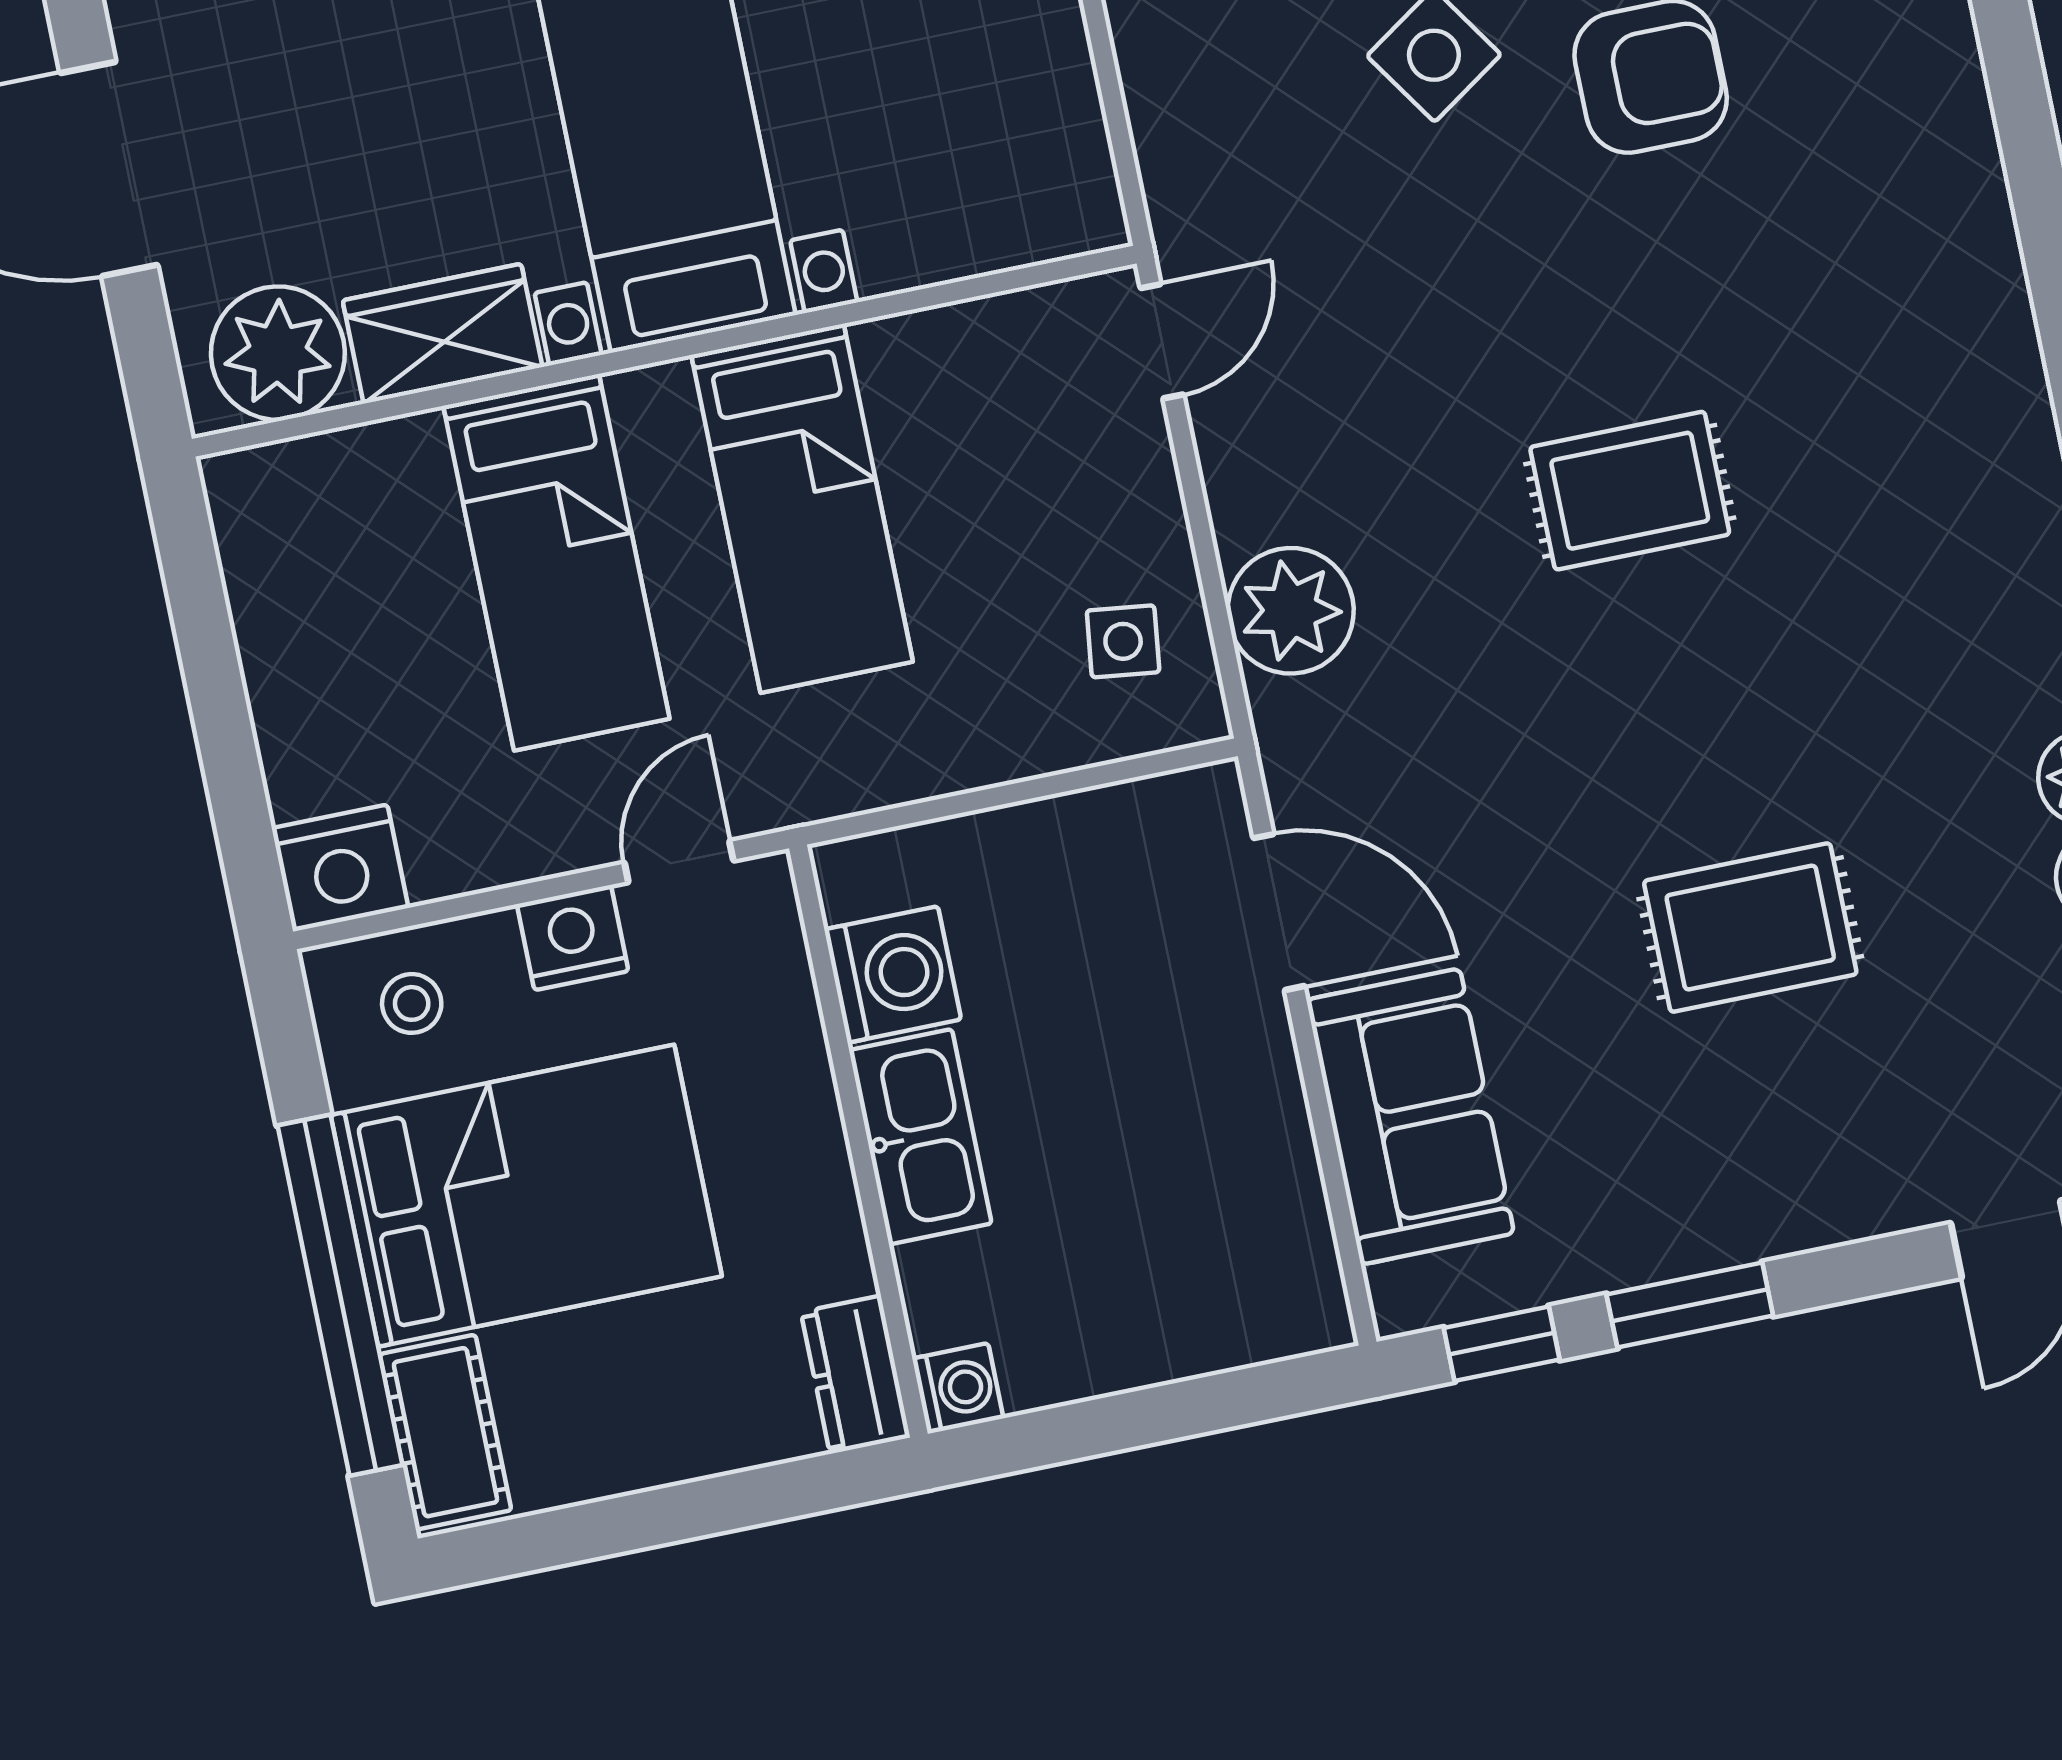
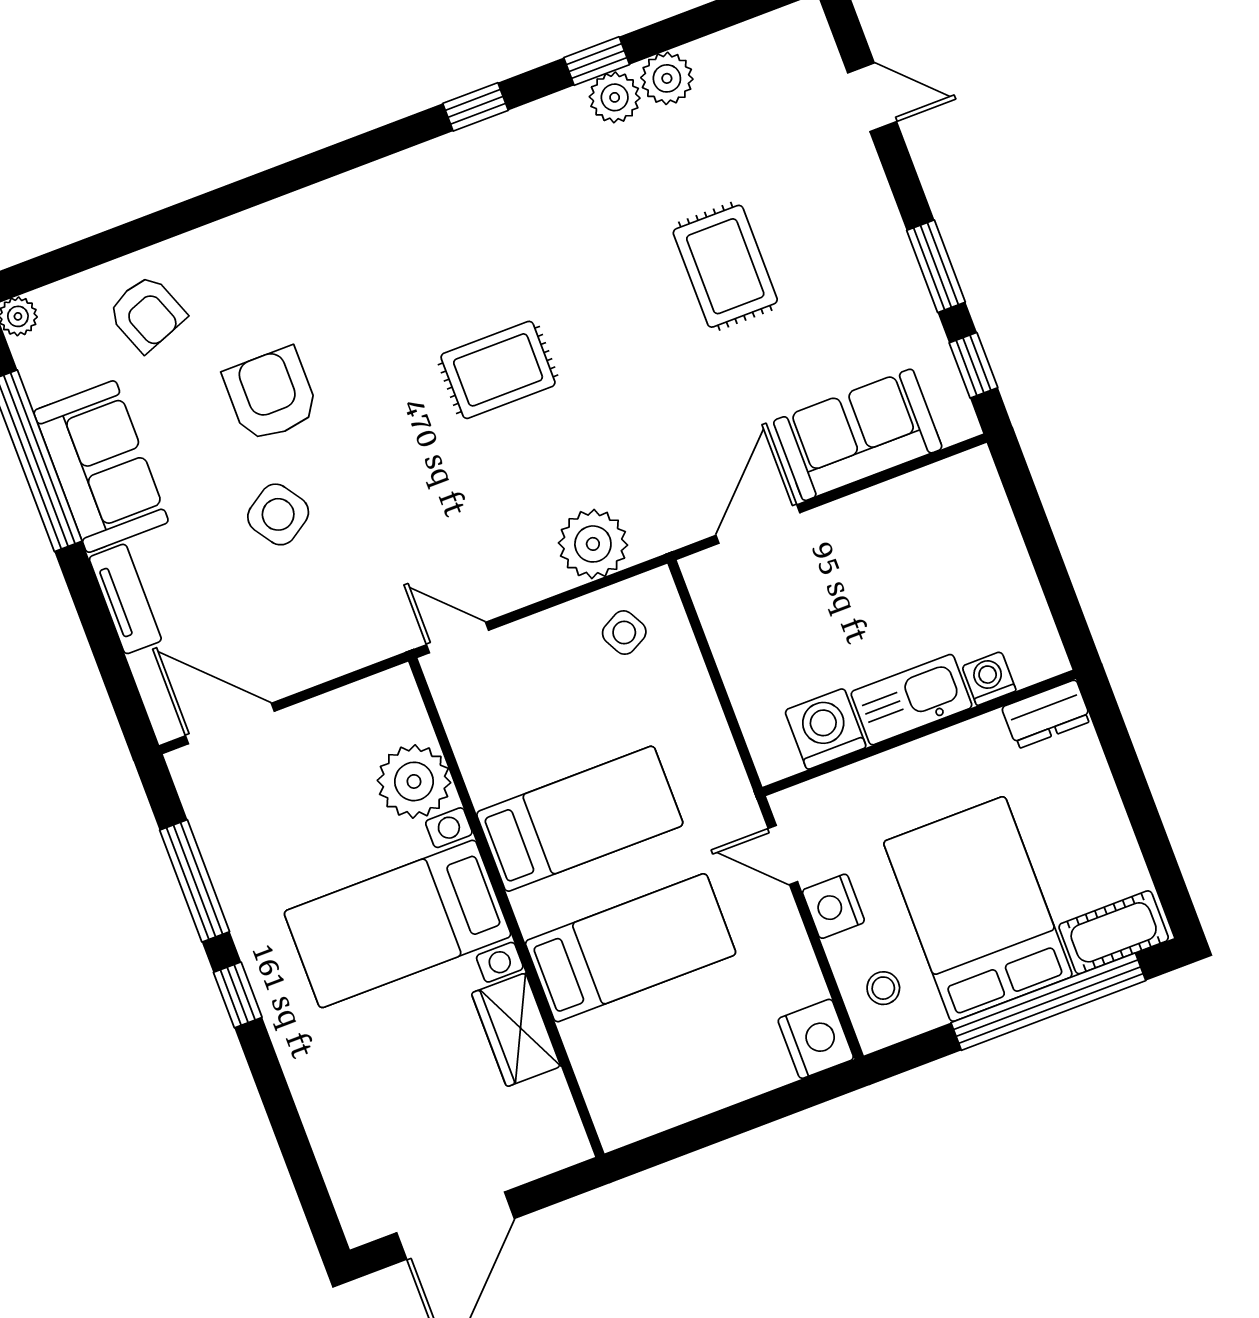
plant: (278, 353) -> (414, 781), moved
rug: (1630, 491) -> (498, 370), turned 90
side table: (1123, 641) -> (624, 633), turned -35
washing machine: (958, 1388) -> (989, 678), moved

